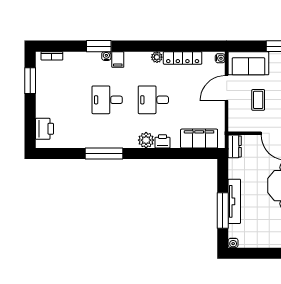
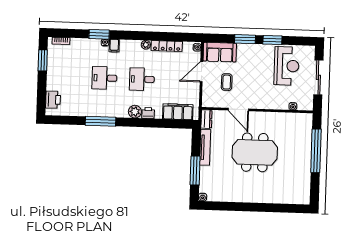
tv unit: (234, 201) -> (205, 147), moved

